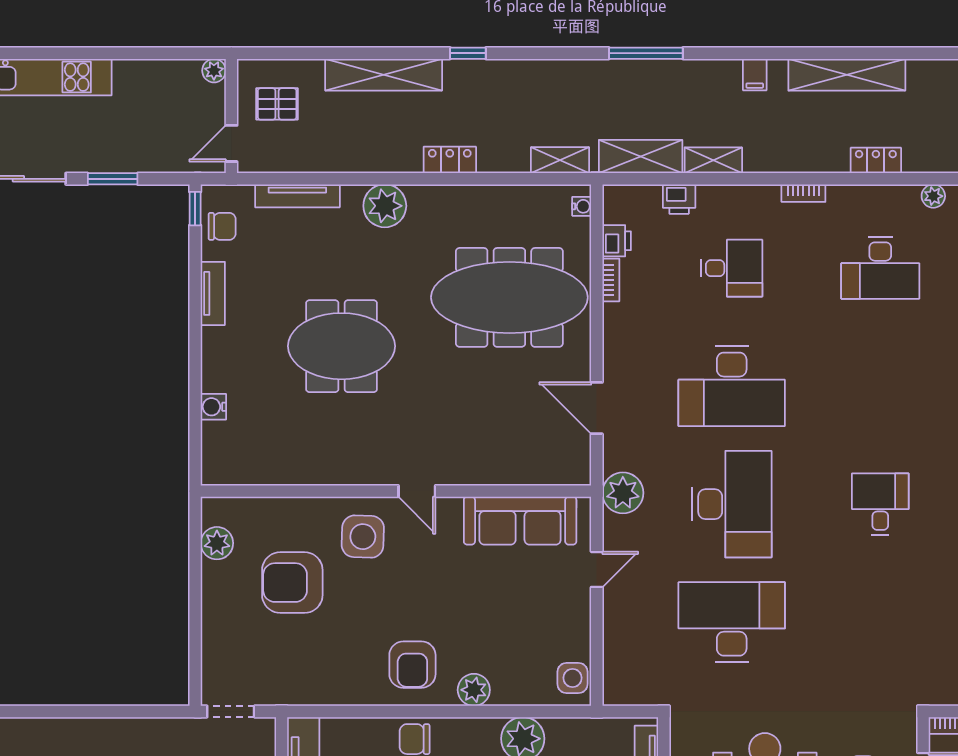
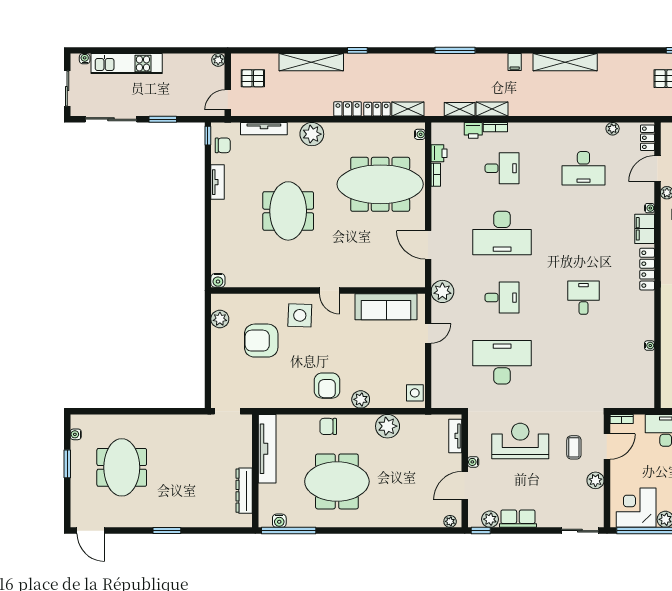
shelving: (641, 156) -> (460, 109), width x0.67, depth x0.75
locker: (876, 160) -> (377, 109), moved
bookcase: (803, 193) -> (495, 127), moved
meeting table: (342, 346) -> (288, 211), turned 90
water cooler: (213, 407) -> (218, 280), moved, turned -90
desk: (732, 504) -> (502, 298), width x0.53, depth x0.77

